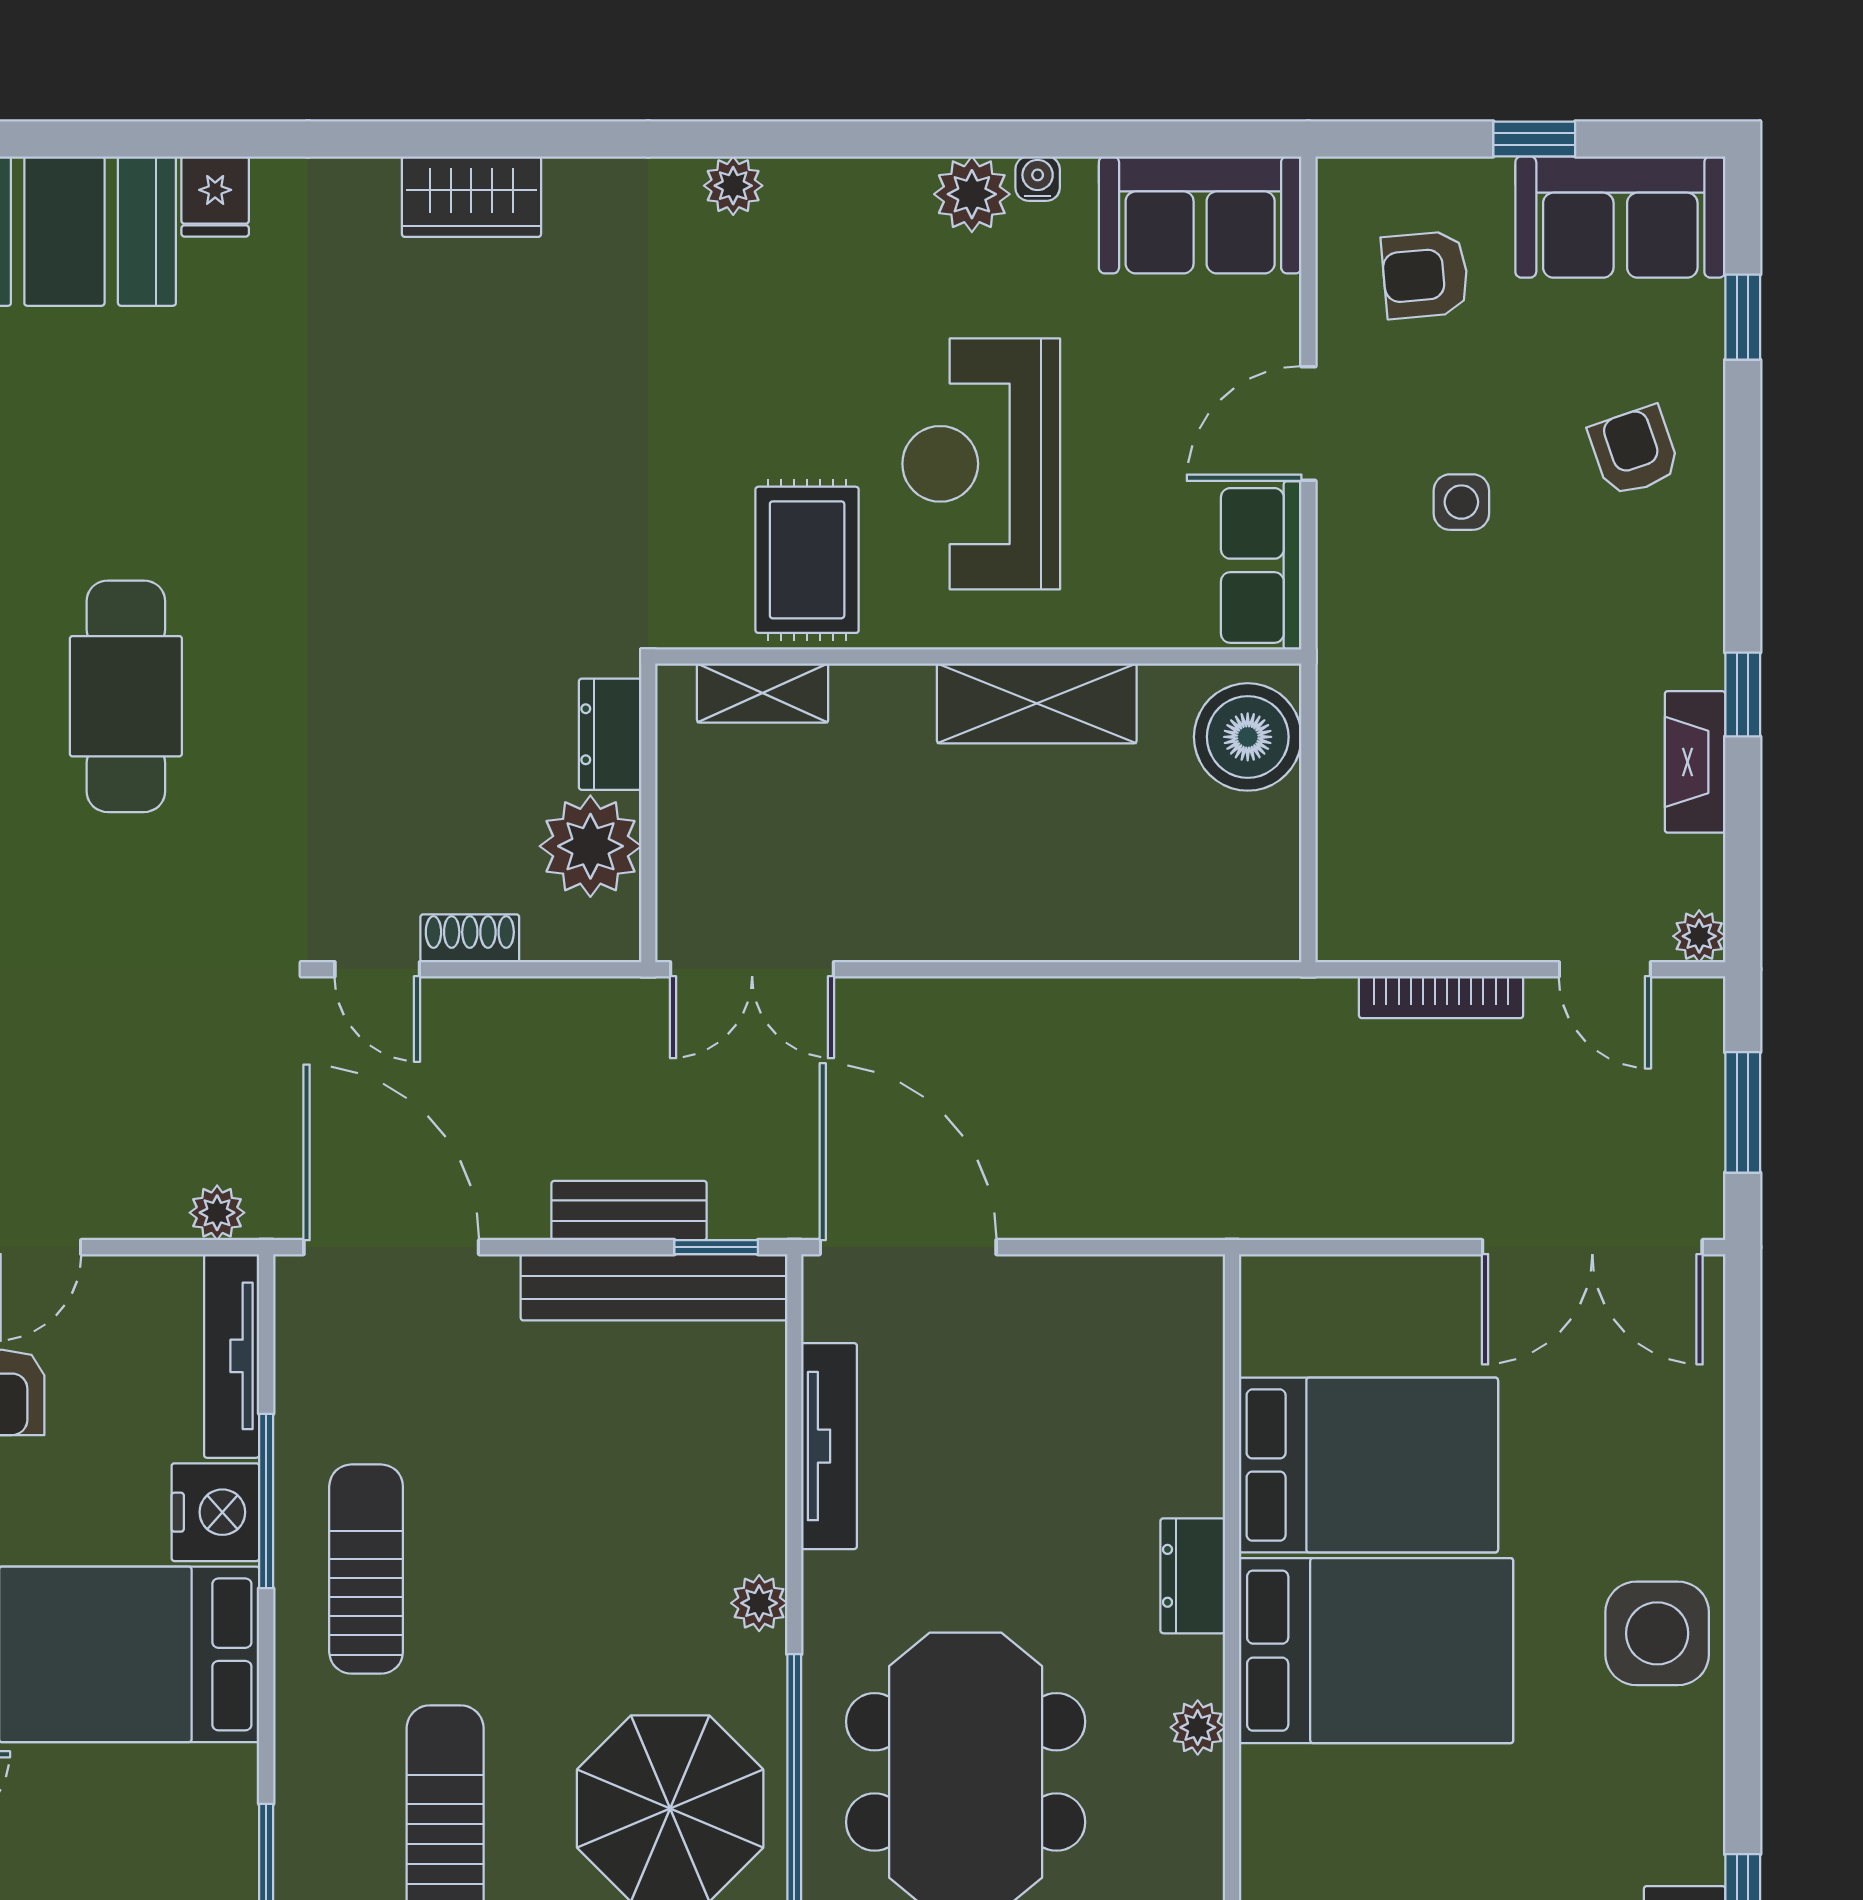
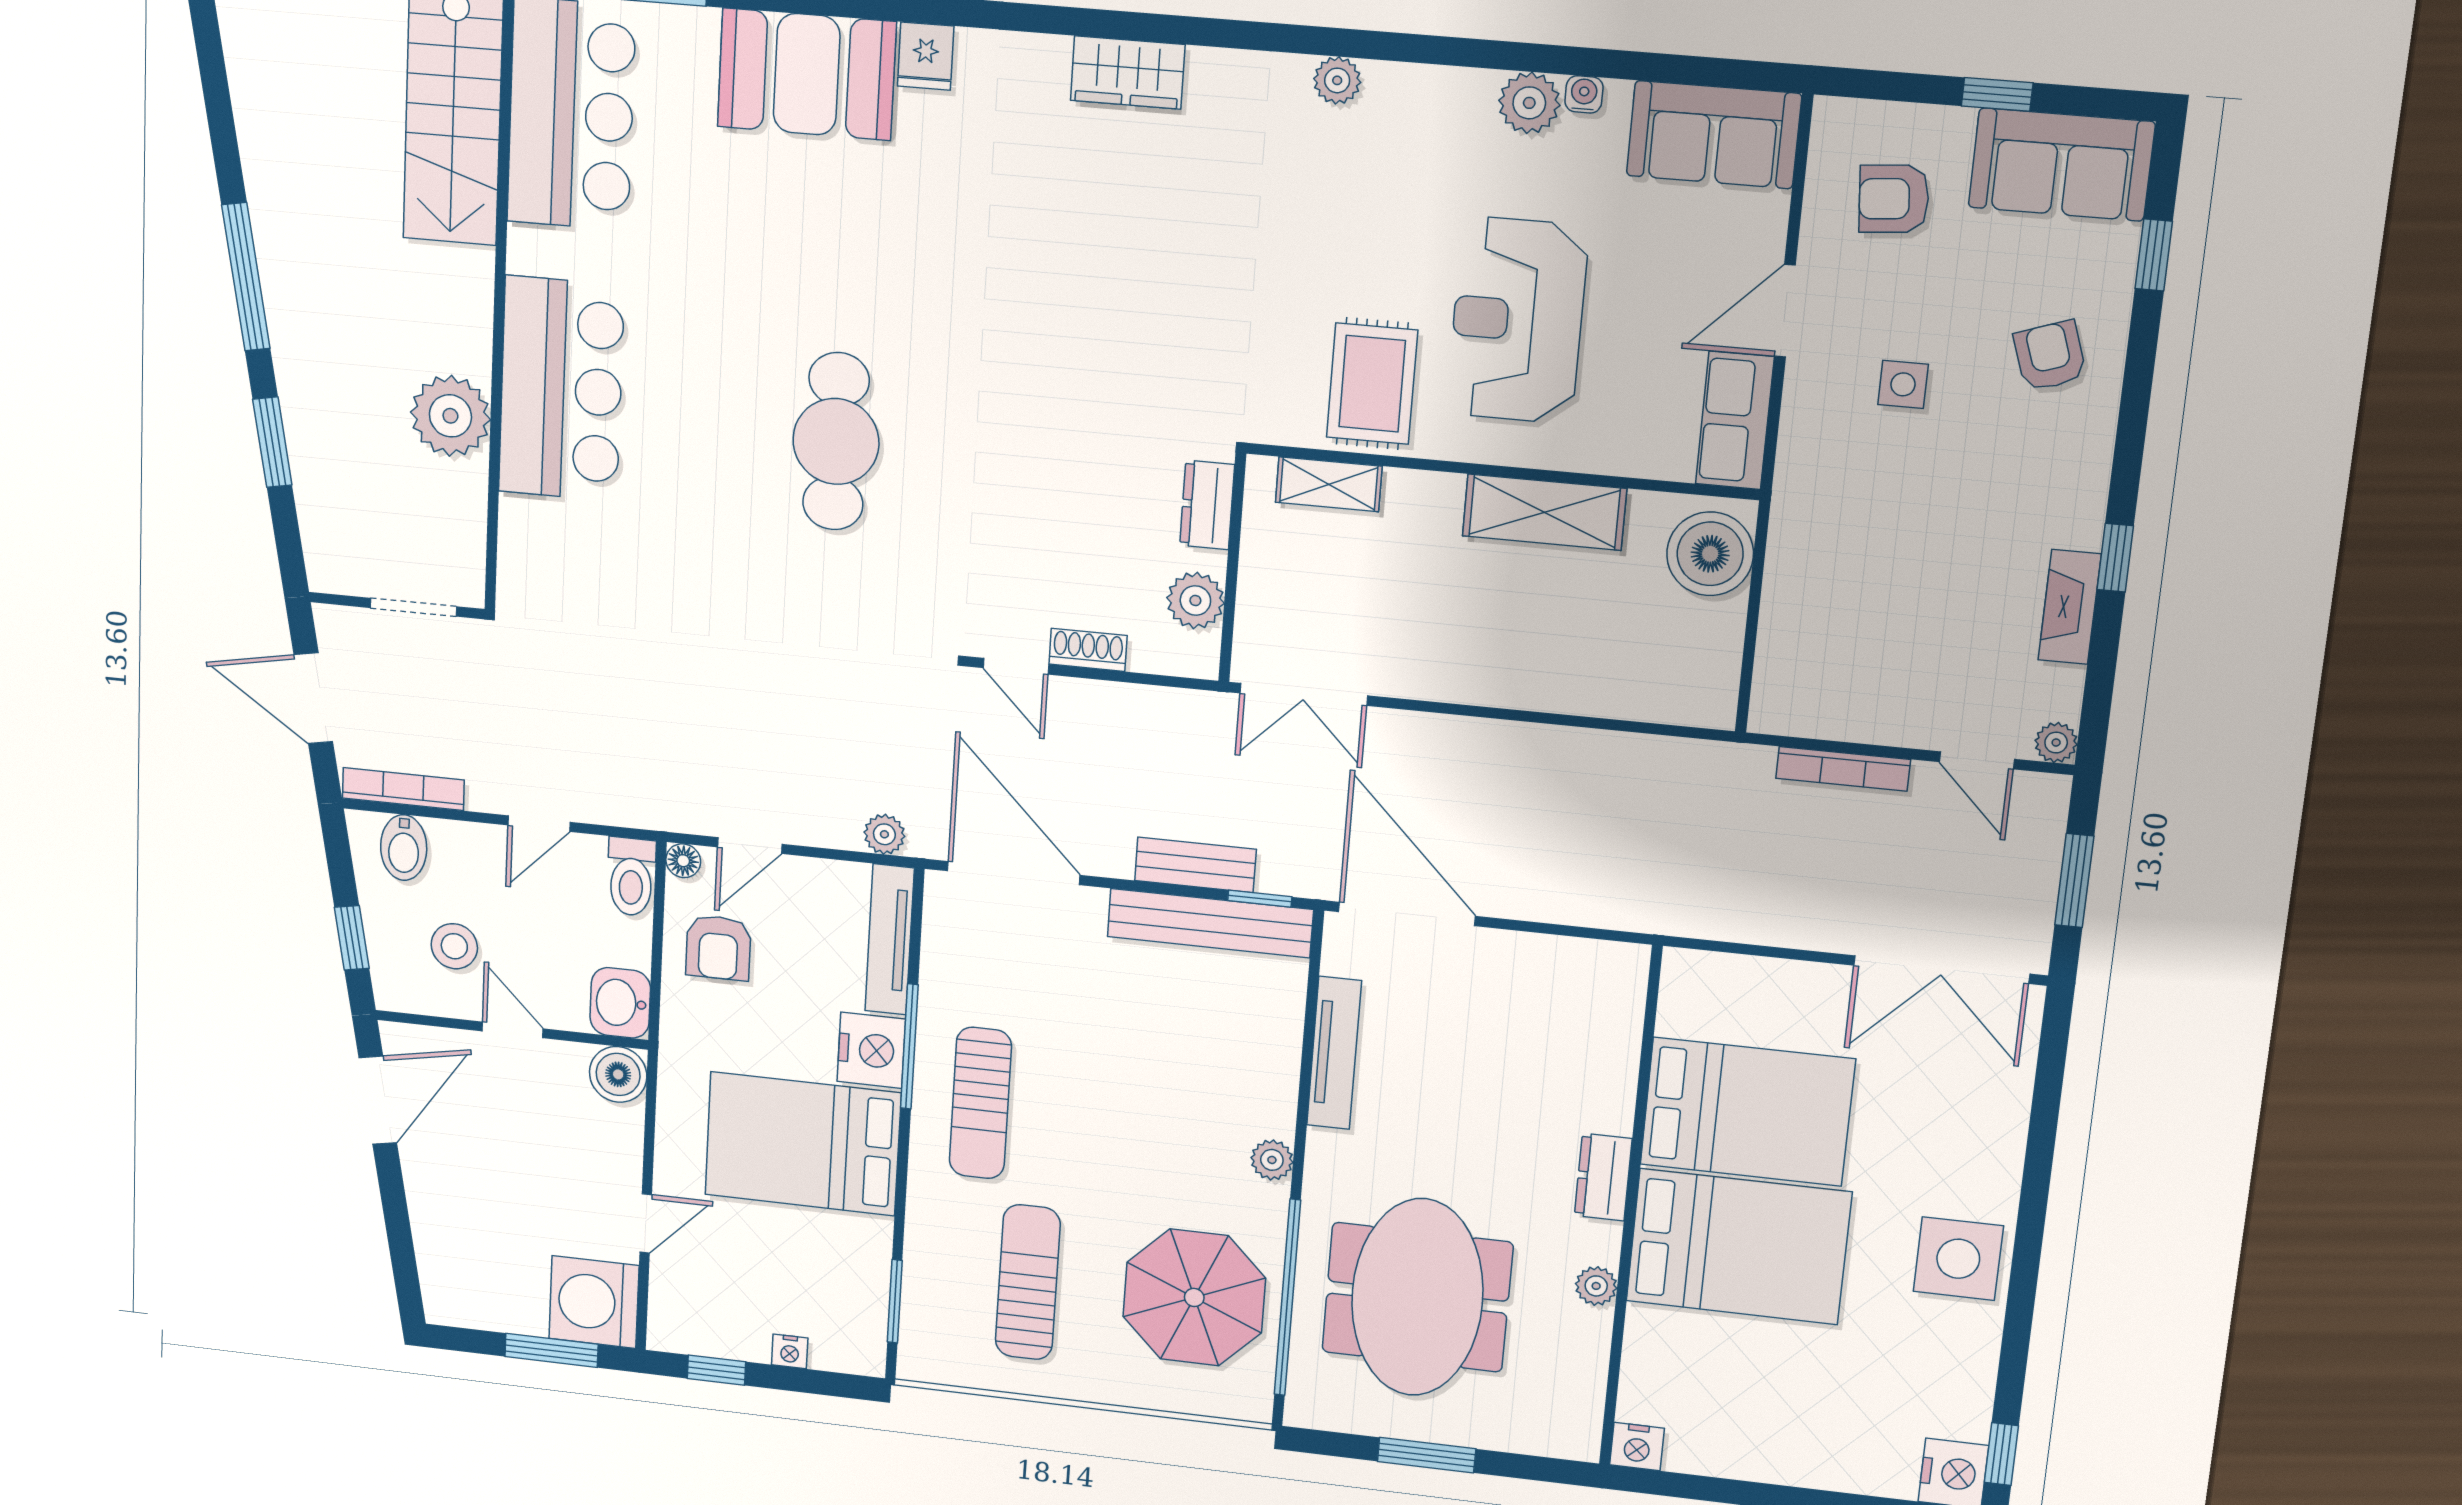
plant: (590, 846) -> (1195, 601), width x0.73, depth x0.73
sun lounger: (366, 1569) -> (980, 1103), turned 180

